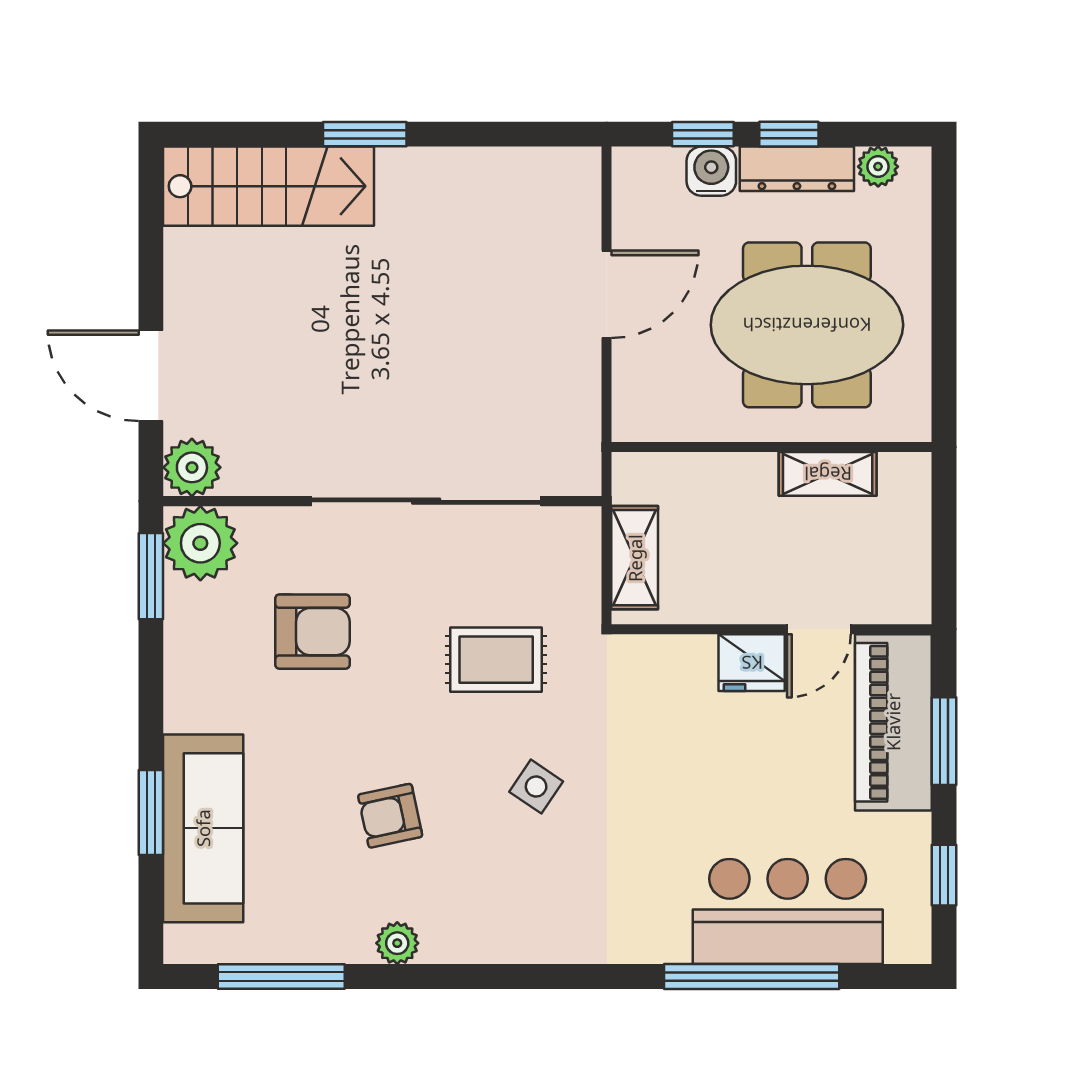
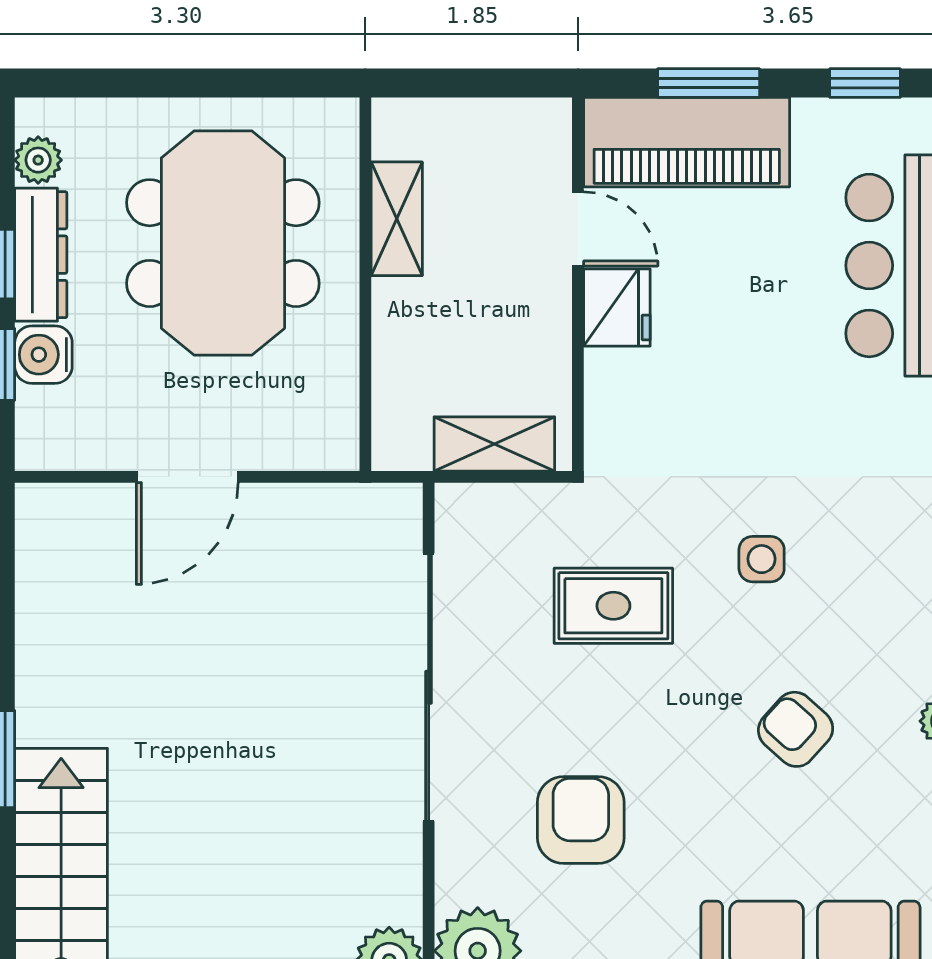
door: (607, 294) -> (187, 477), swing flipped
rug: (496, 660) -> (613, 606), turned 90
side table: (536, 787) -> (762, 559), turned -34
armchair: (390, 816) -> (796, 729), turned 144

